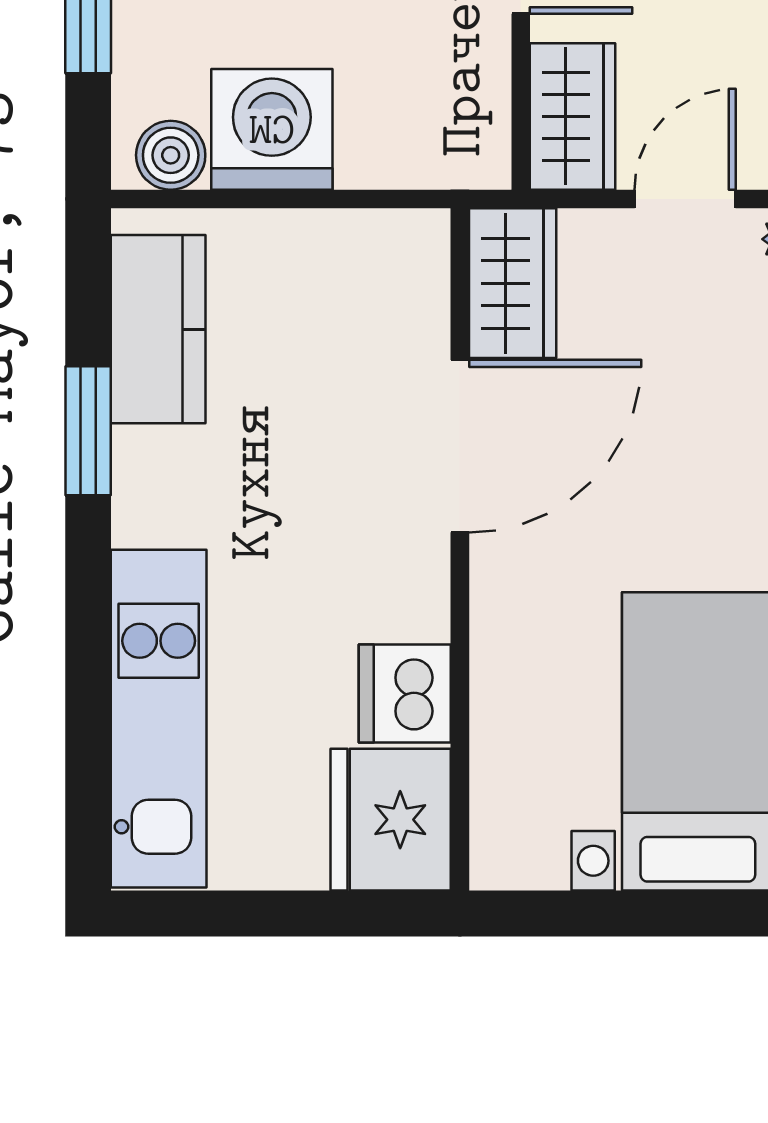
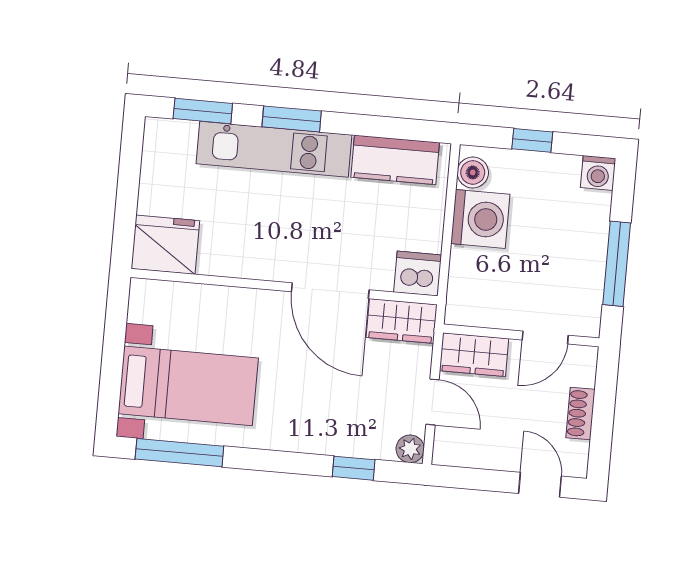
window: (88, 431) -> (292, 119), moved
dishwasher: (405, 693) -> (418, 274), moved
kitchen unit: (159, 719) -> (274, 149), moved
window: (88, 763) -> (203, 111), added

